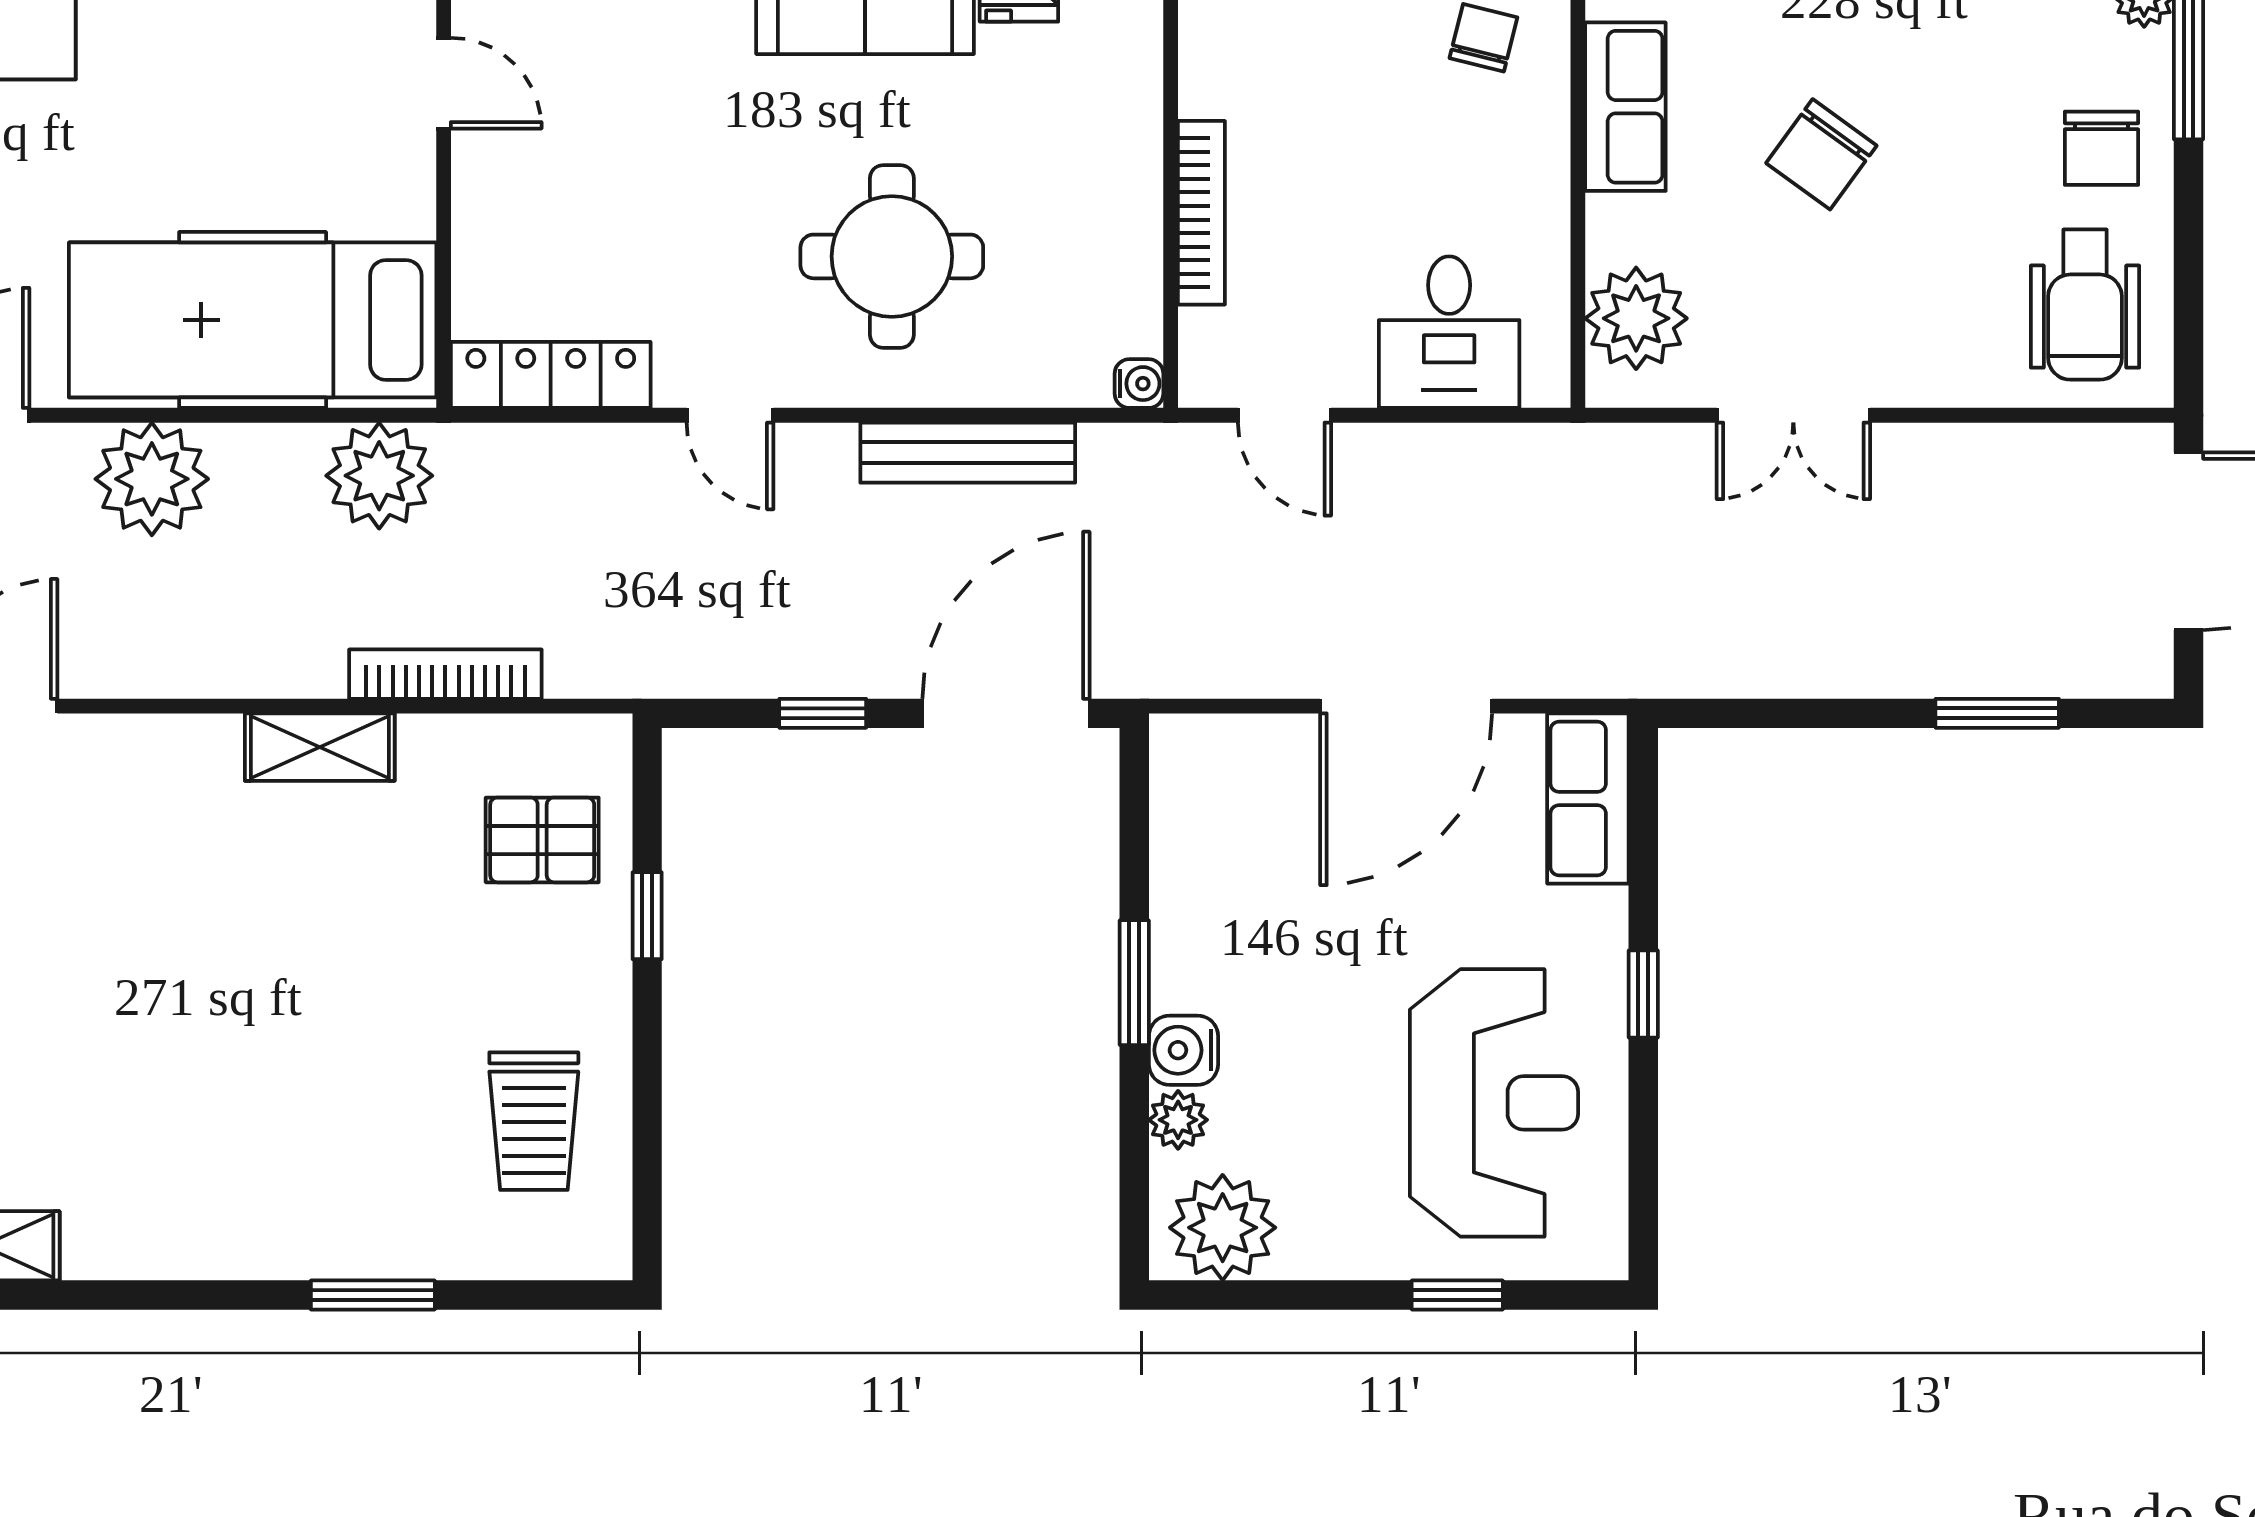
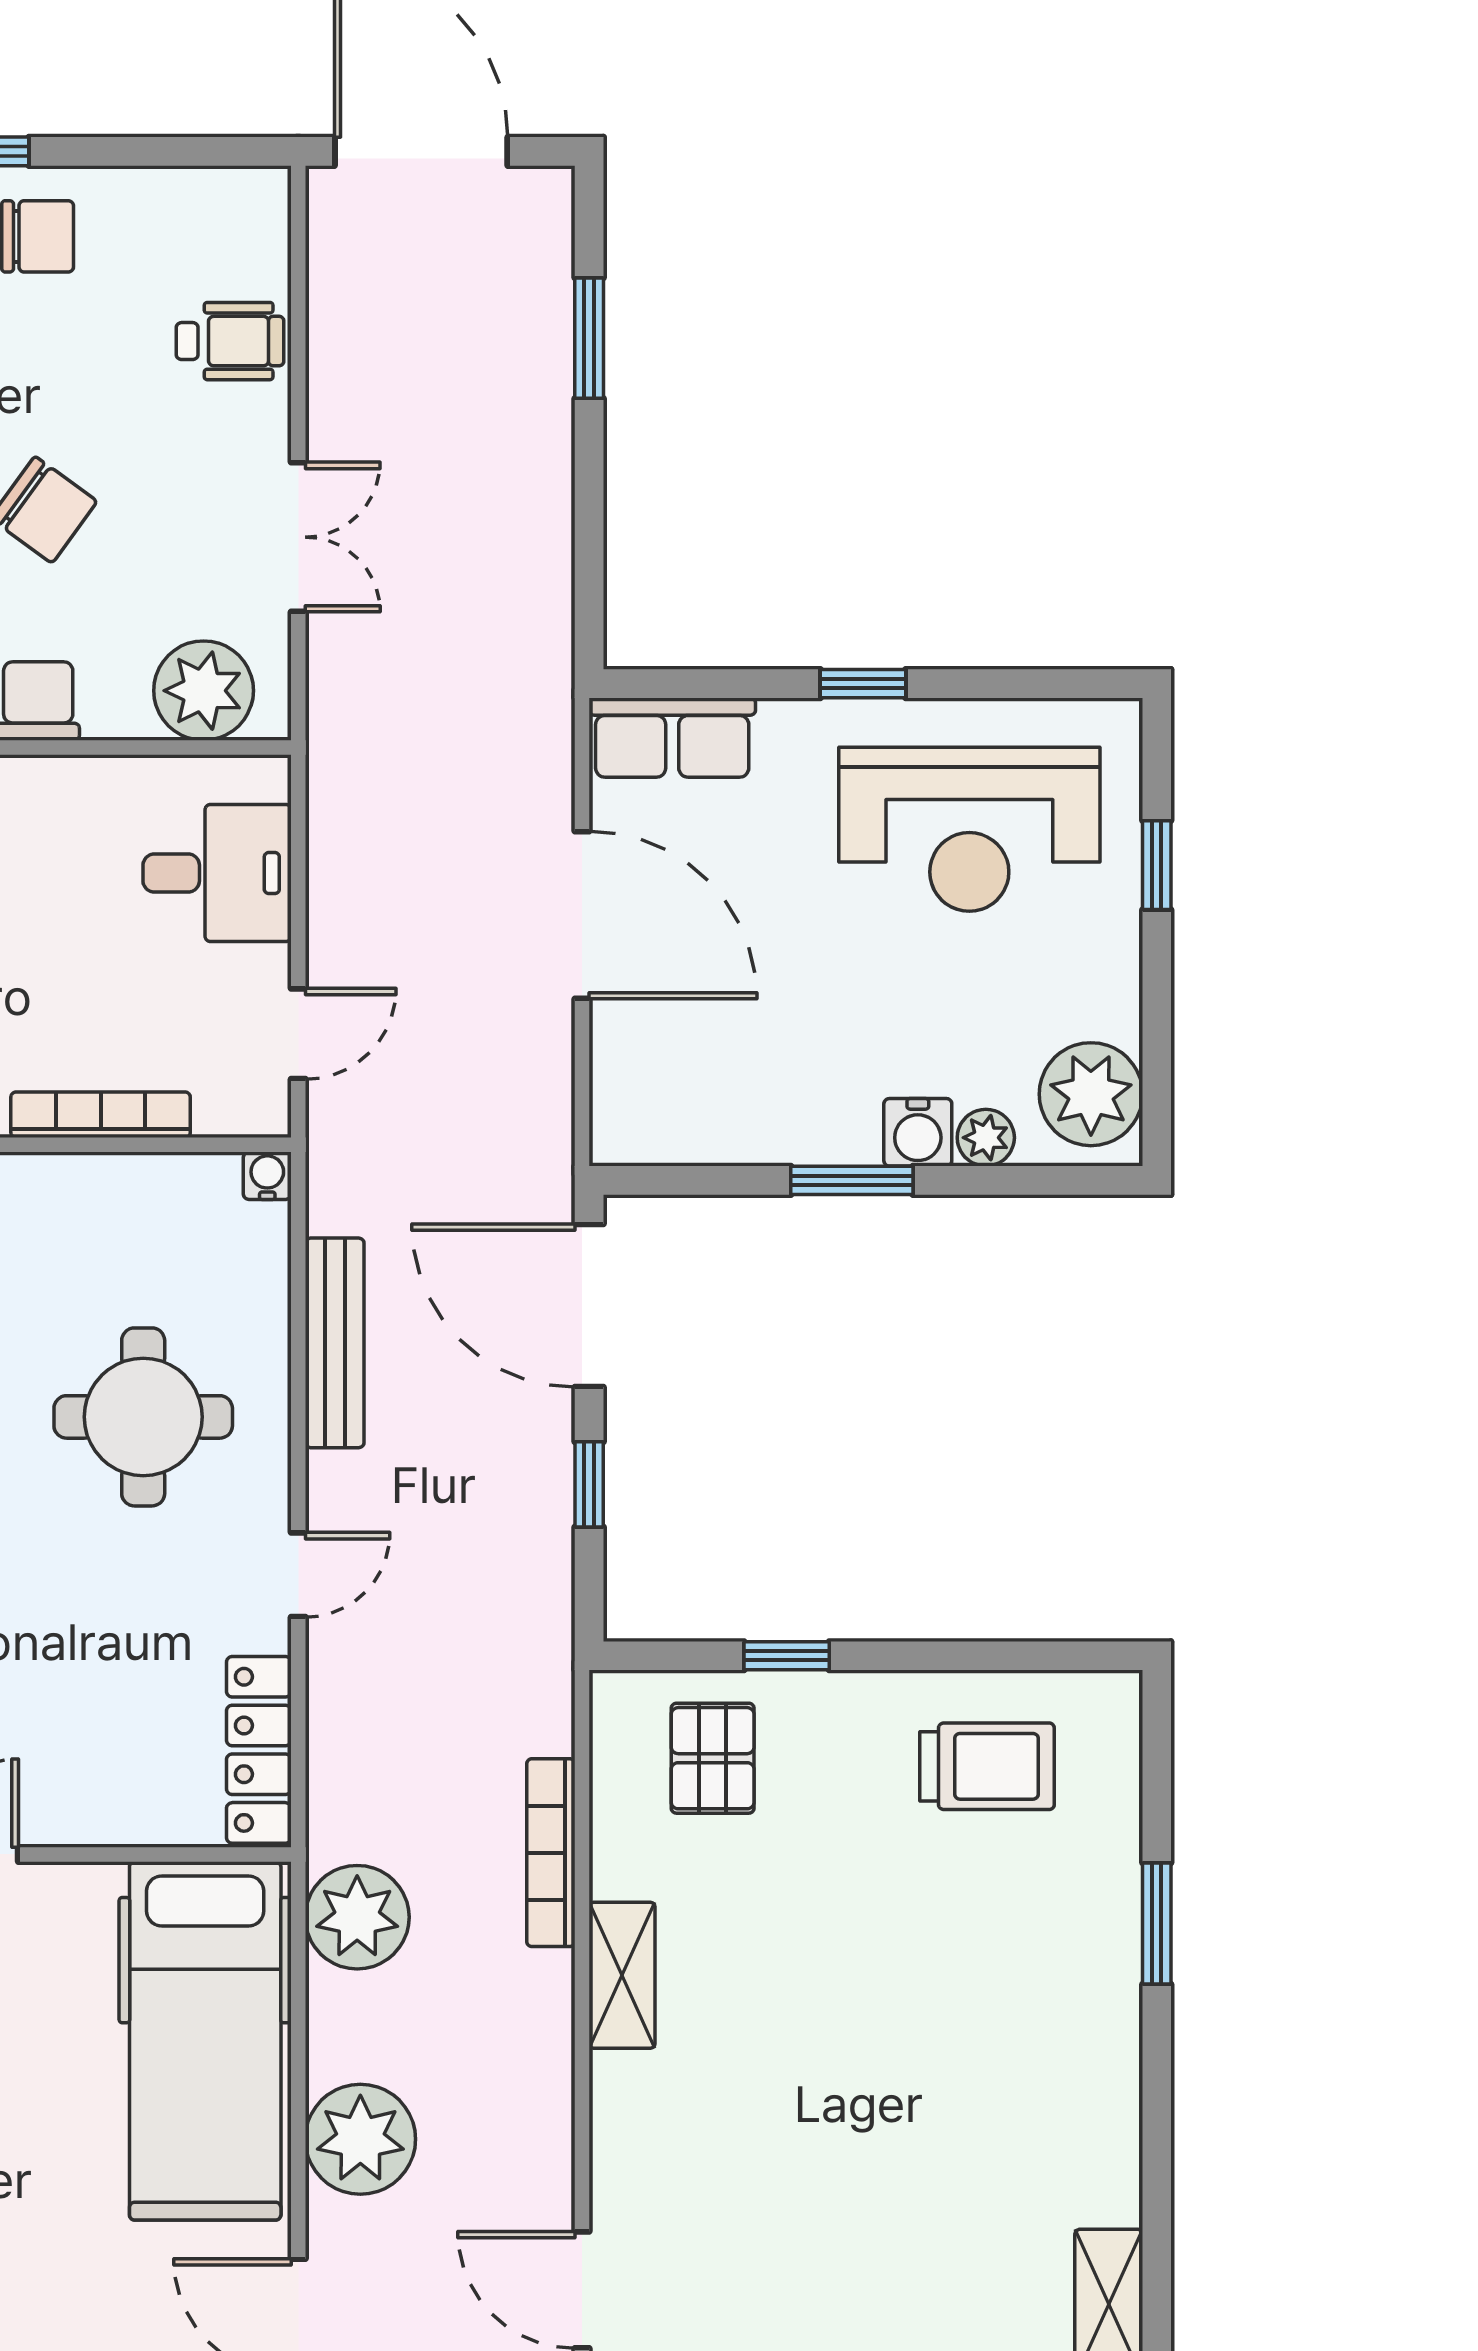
wheelchair: (2085, 305) -> (230, 341), moved, width x0.73, depth x0.73
reception desk: (1494, 1103) -> (969, 829), turned 180

